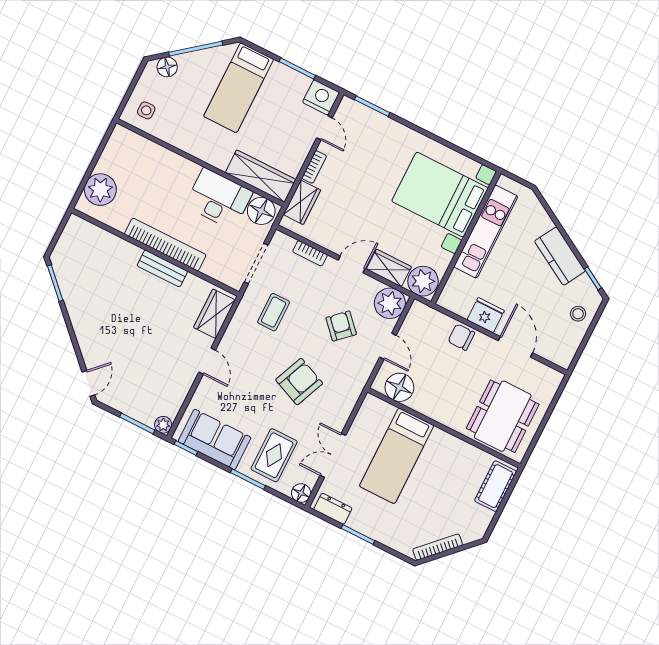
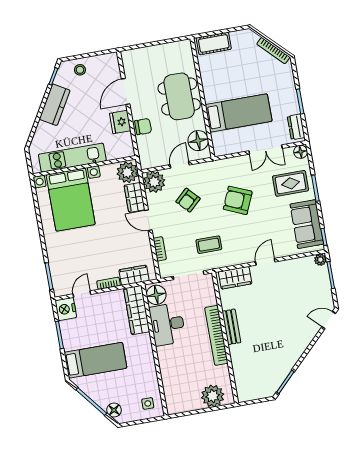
chair: (461, 337) -> (143, 127), turned -90
dining table: (503, 416) -> (179, 96), moved, turned 90

